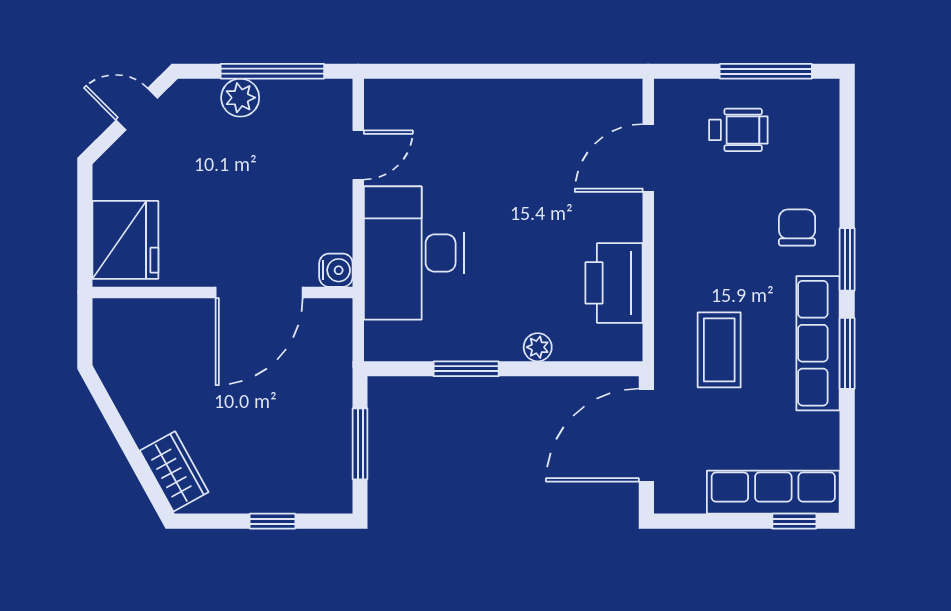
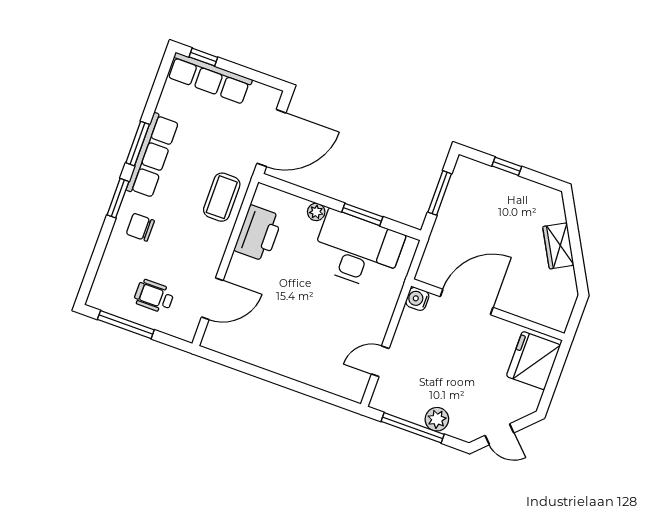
chair: (797, 228) -> (140, 227), turned 90
desk: (414, 253) -> (357, 250), moved, turned -90
coffee table: (719, 350) -> (222, 197), moved
wardrobe: (174, 471) -> (558, 246), moved

